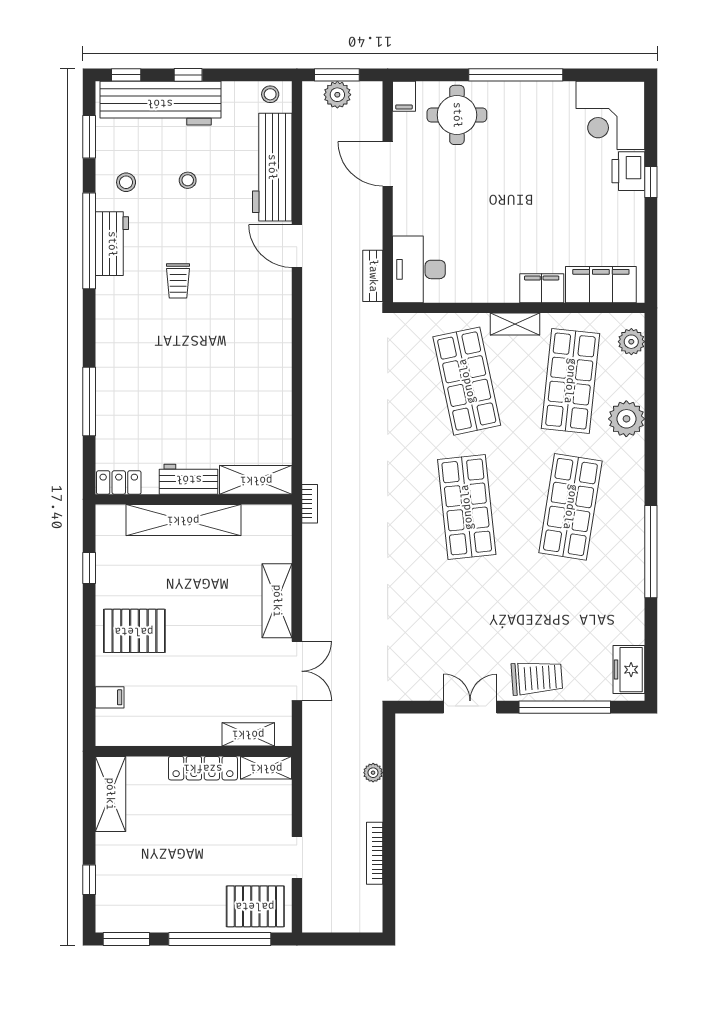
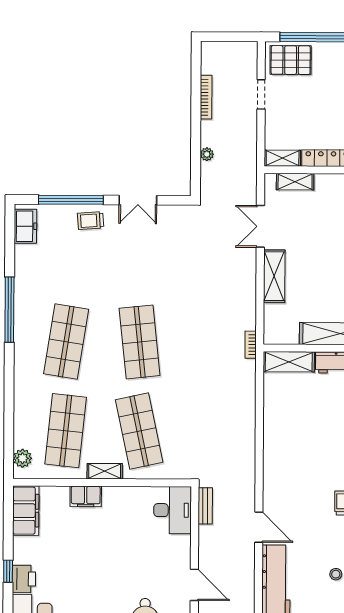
filing cabinet: (601, 285) -> (26, 511), moved, turned -90
plant: (626, 419) -> (26, 404), removed
trolley: (537, 678) -> (91, 221), width x0.73, depth x0.72

